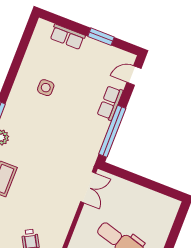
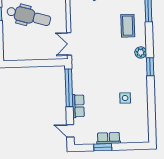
row of seats: (67, 37) -> (109, 138), moved
door: (134, 75) -> (70, 131), swing flipped

